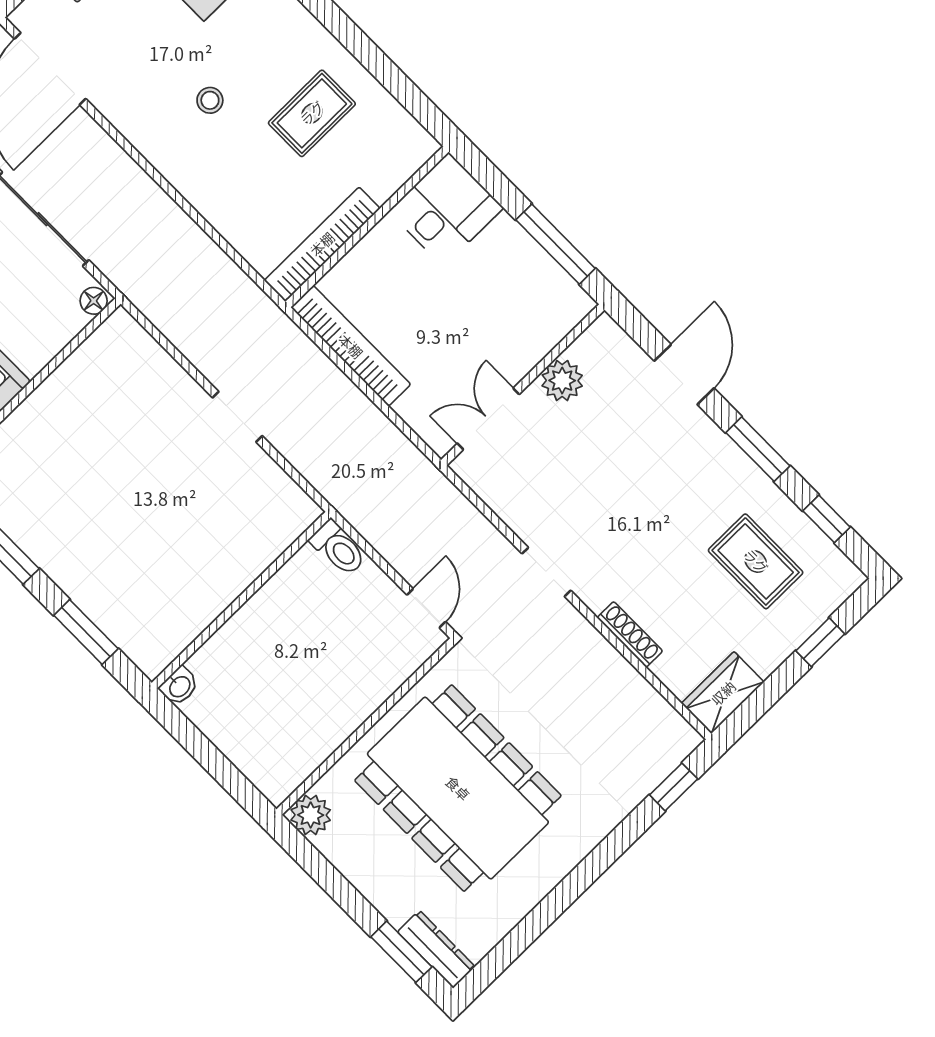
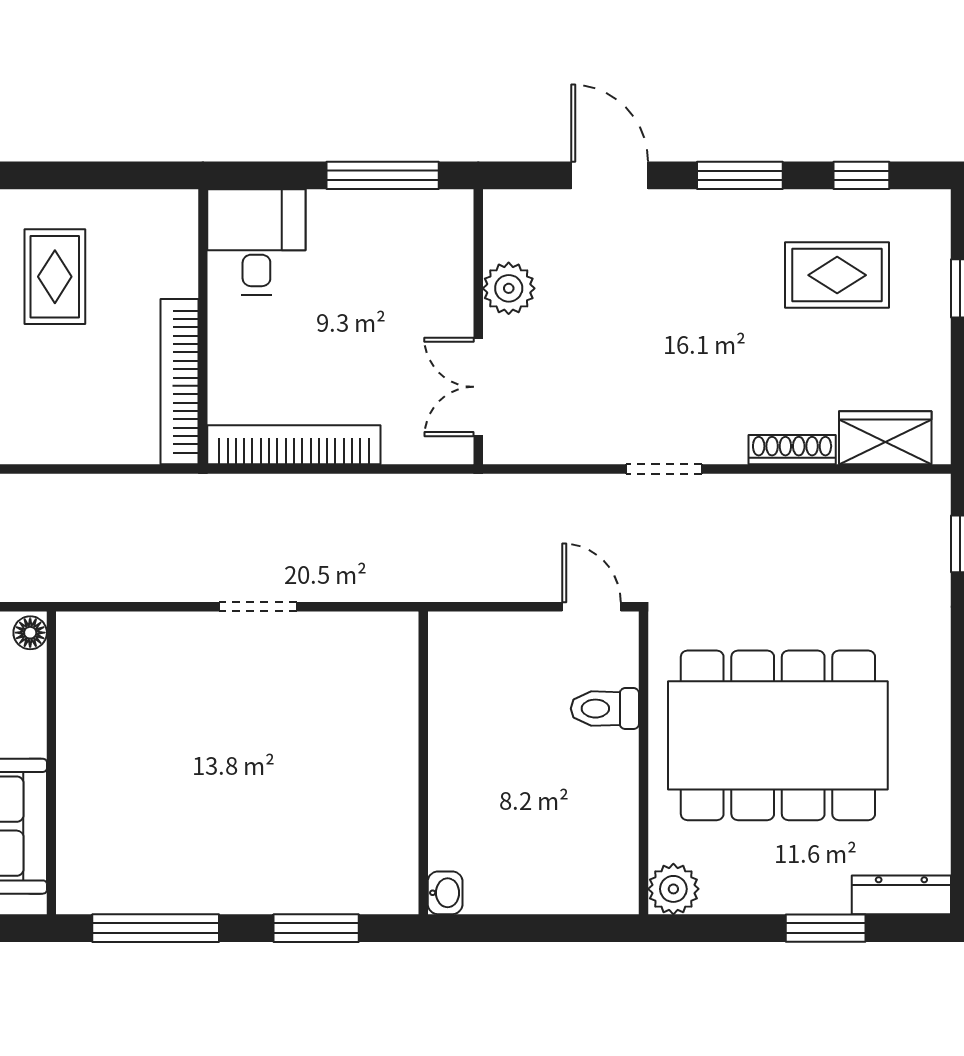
toilet: (338, 548) -> (605, 709), moved, turned 180
wardrobe: (723, 693) -> (885, 438), moved, turned 90
window: (401, 952) -> (826, 928), moved

